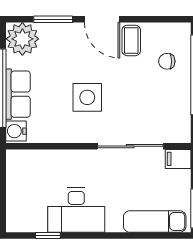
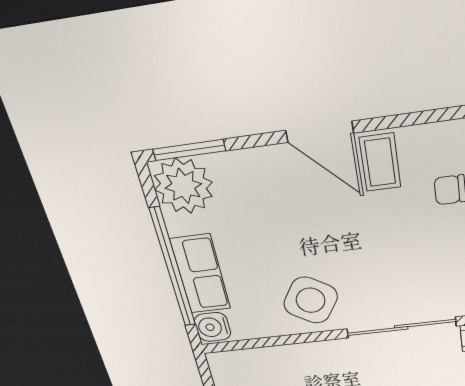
window: (53, 19) -> (189, 150), moved
side table: (87, 97) -> (311, 300), moved, turned 32

